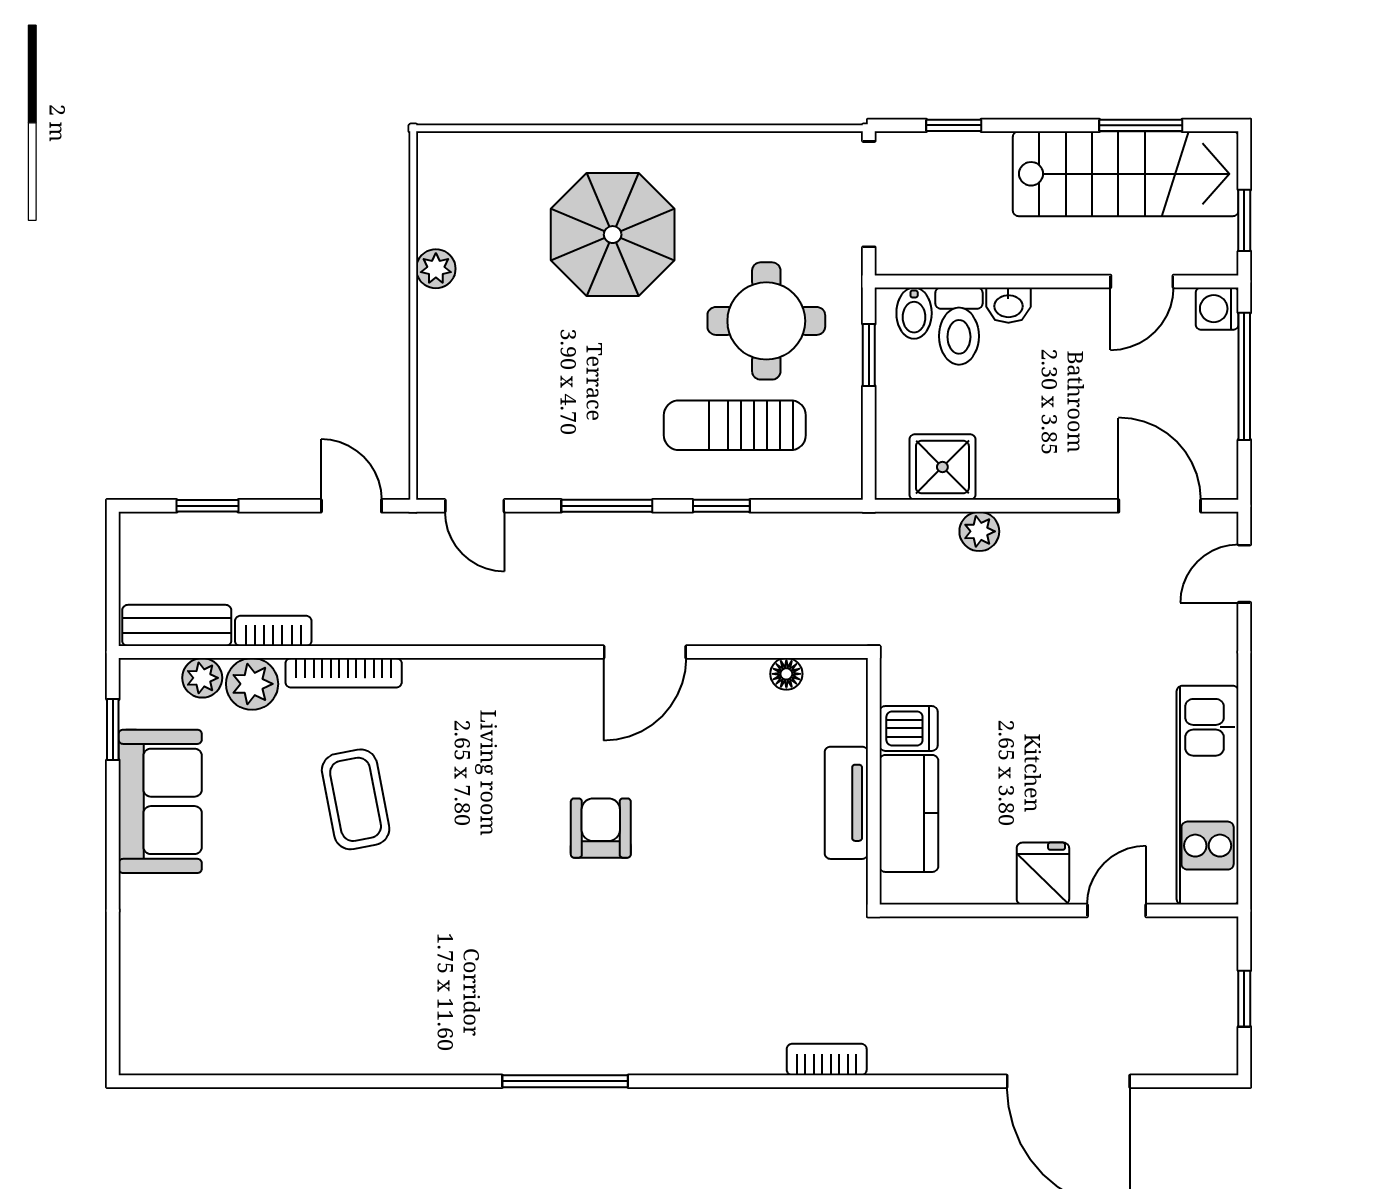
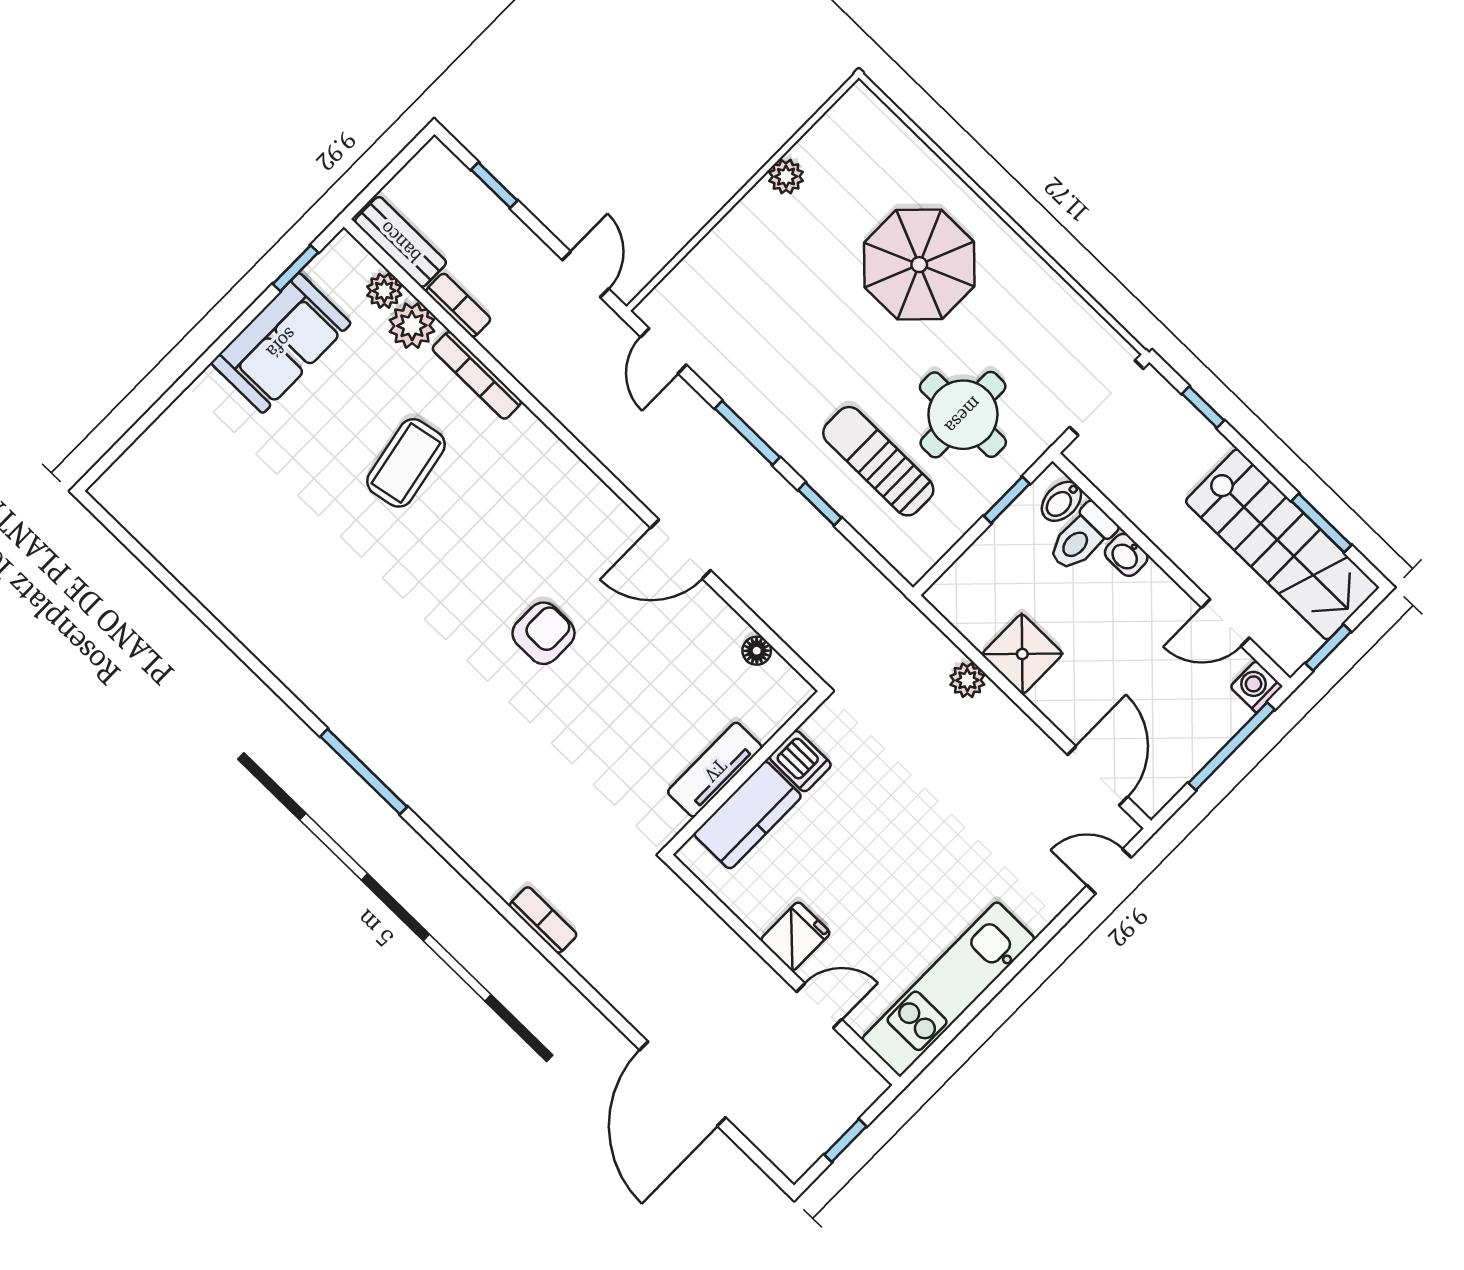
shower: (942, 467) -> (1022, 654), moved

